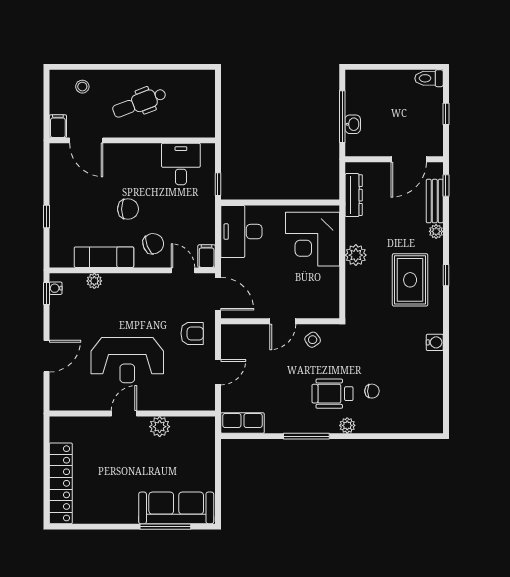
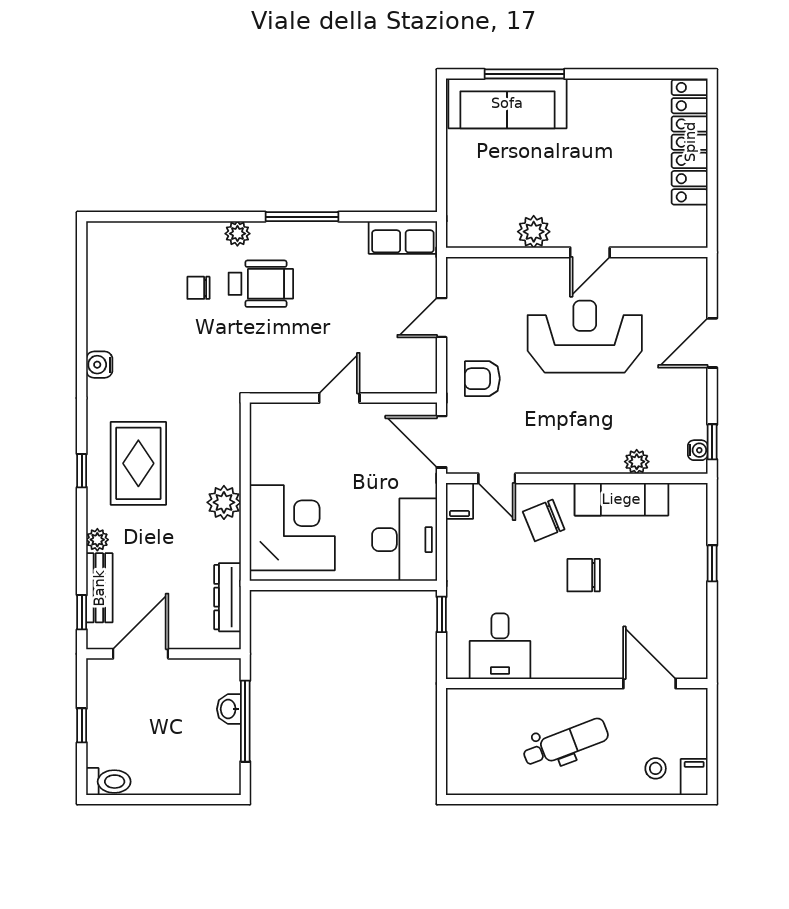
filing cabinet: (58, 126) -> (694, 777), moved, turned 180
side table: (313, 340) -> (292, 369), removed

